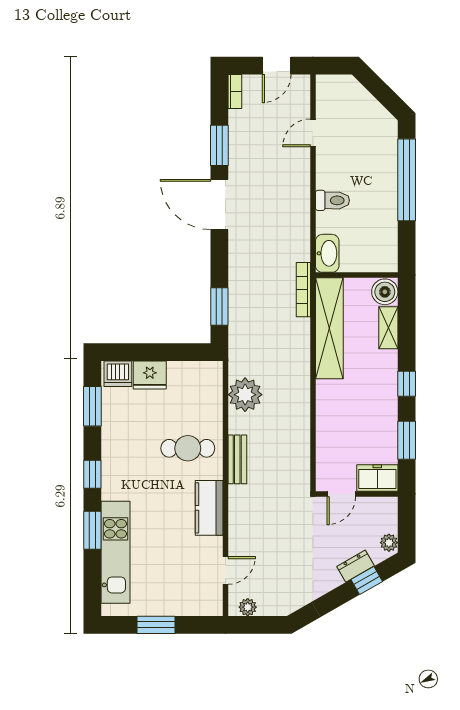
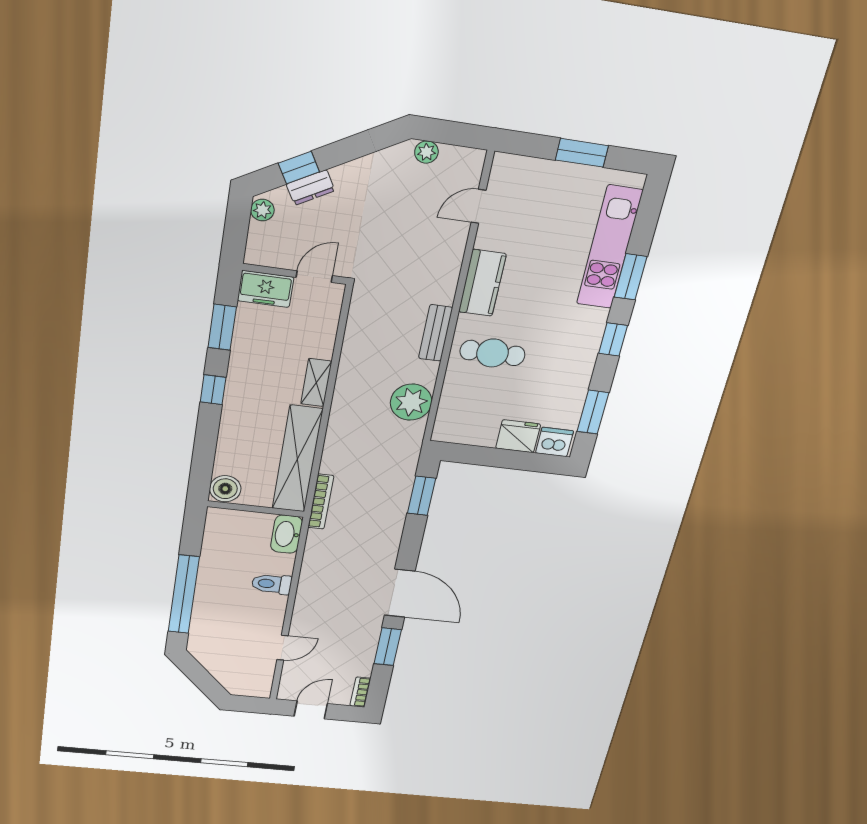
shelving: (388, 328) -> (316, 383), moved
plant: (248, 607) -> (426, 152), moved

